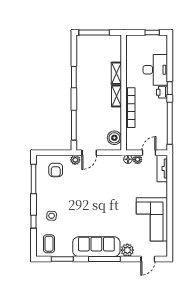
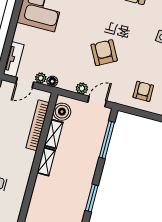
shelving: (116, 73) -> (54, 134), moved
bookcase: (130, 108) -> (38, 125), moved
plant: (75, 160) -> (82, 88), moved
armchair: (94, 192) -> (104, 53), added

